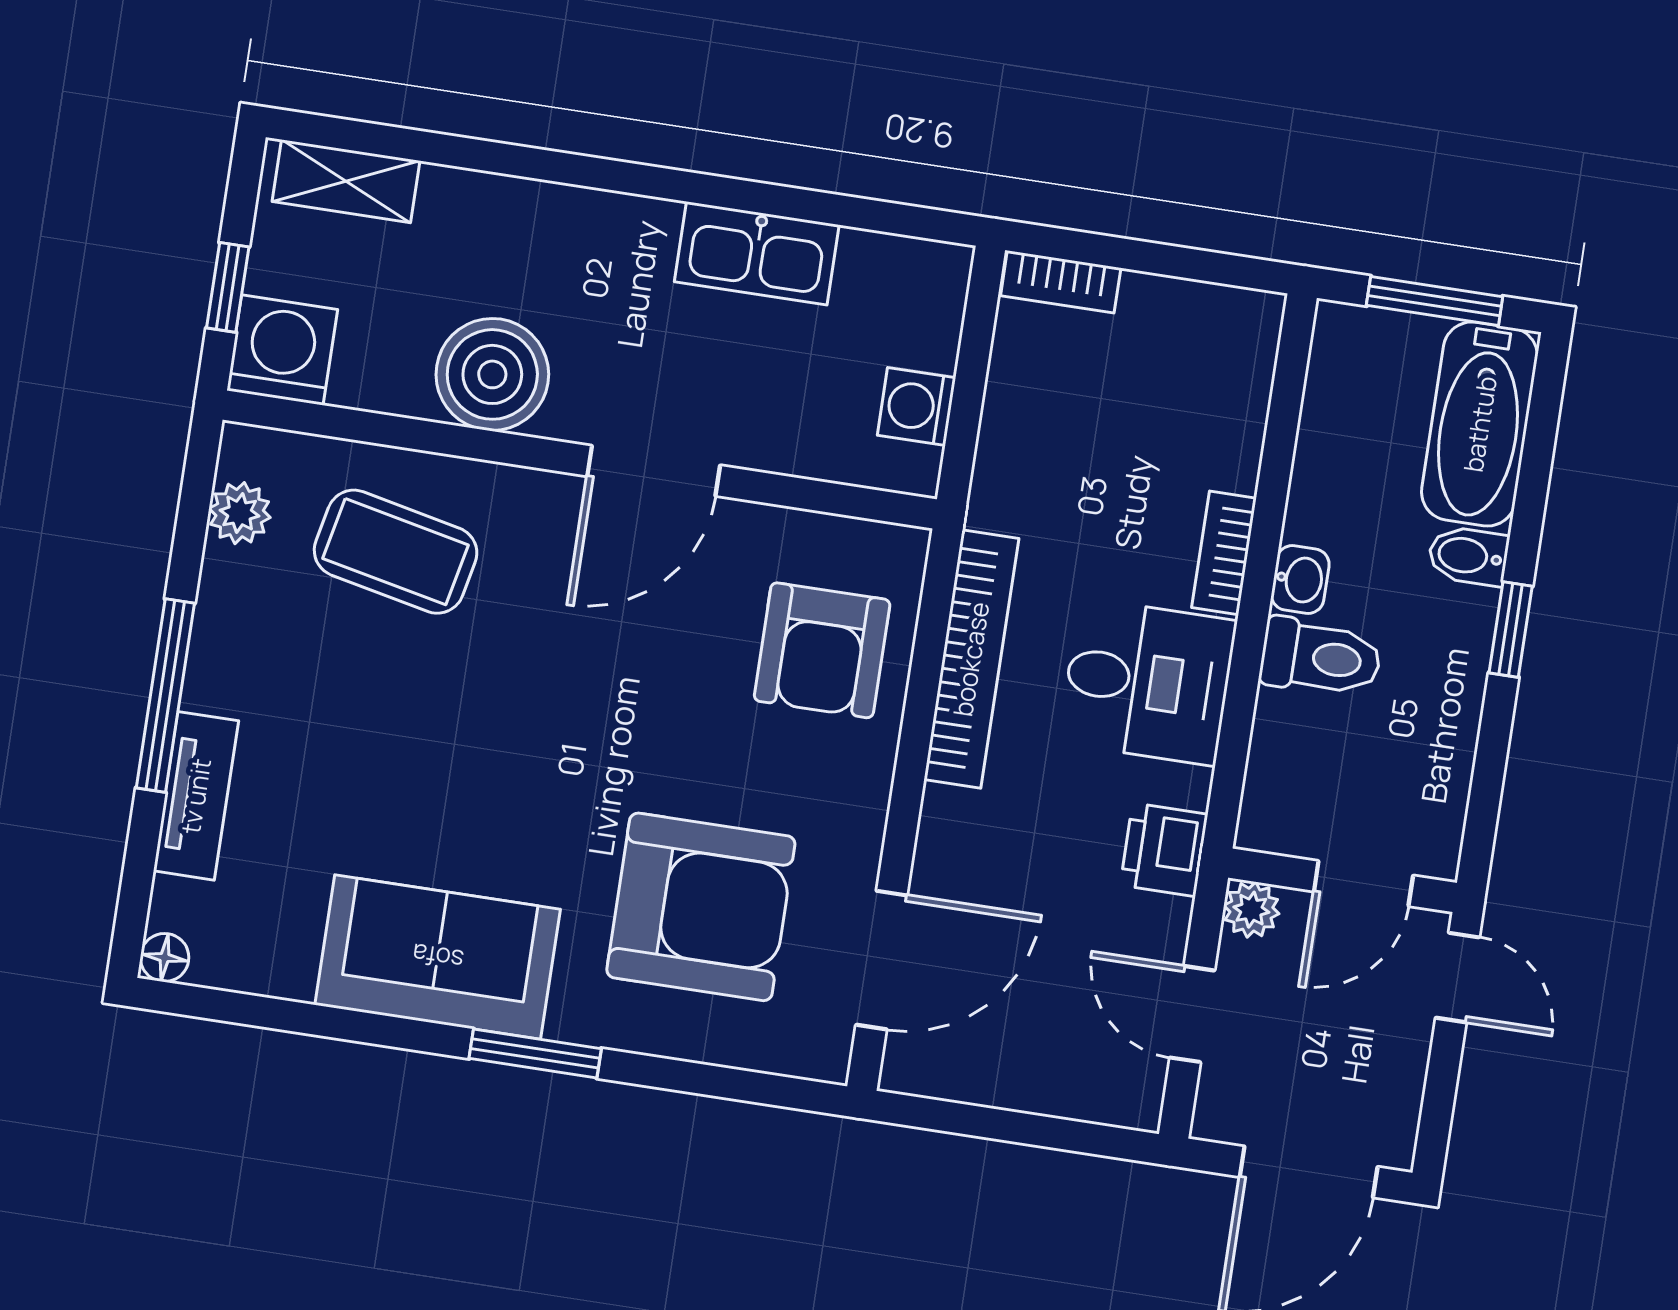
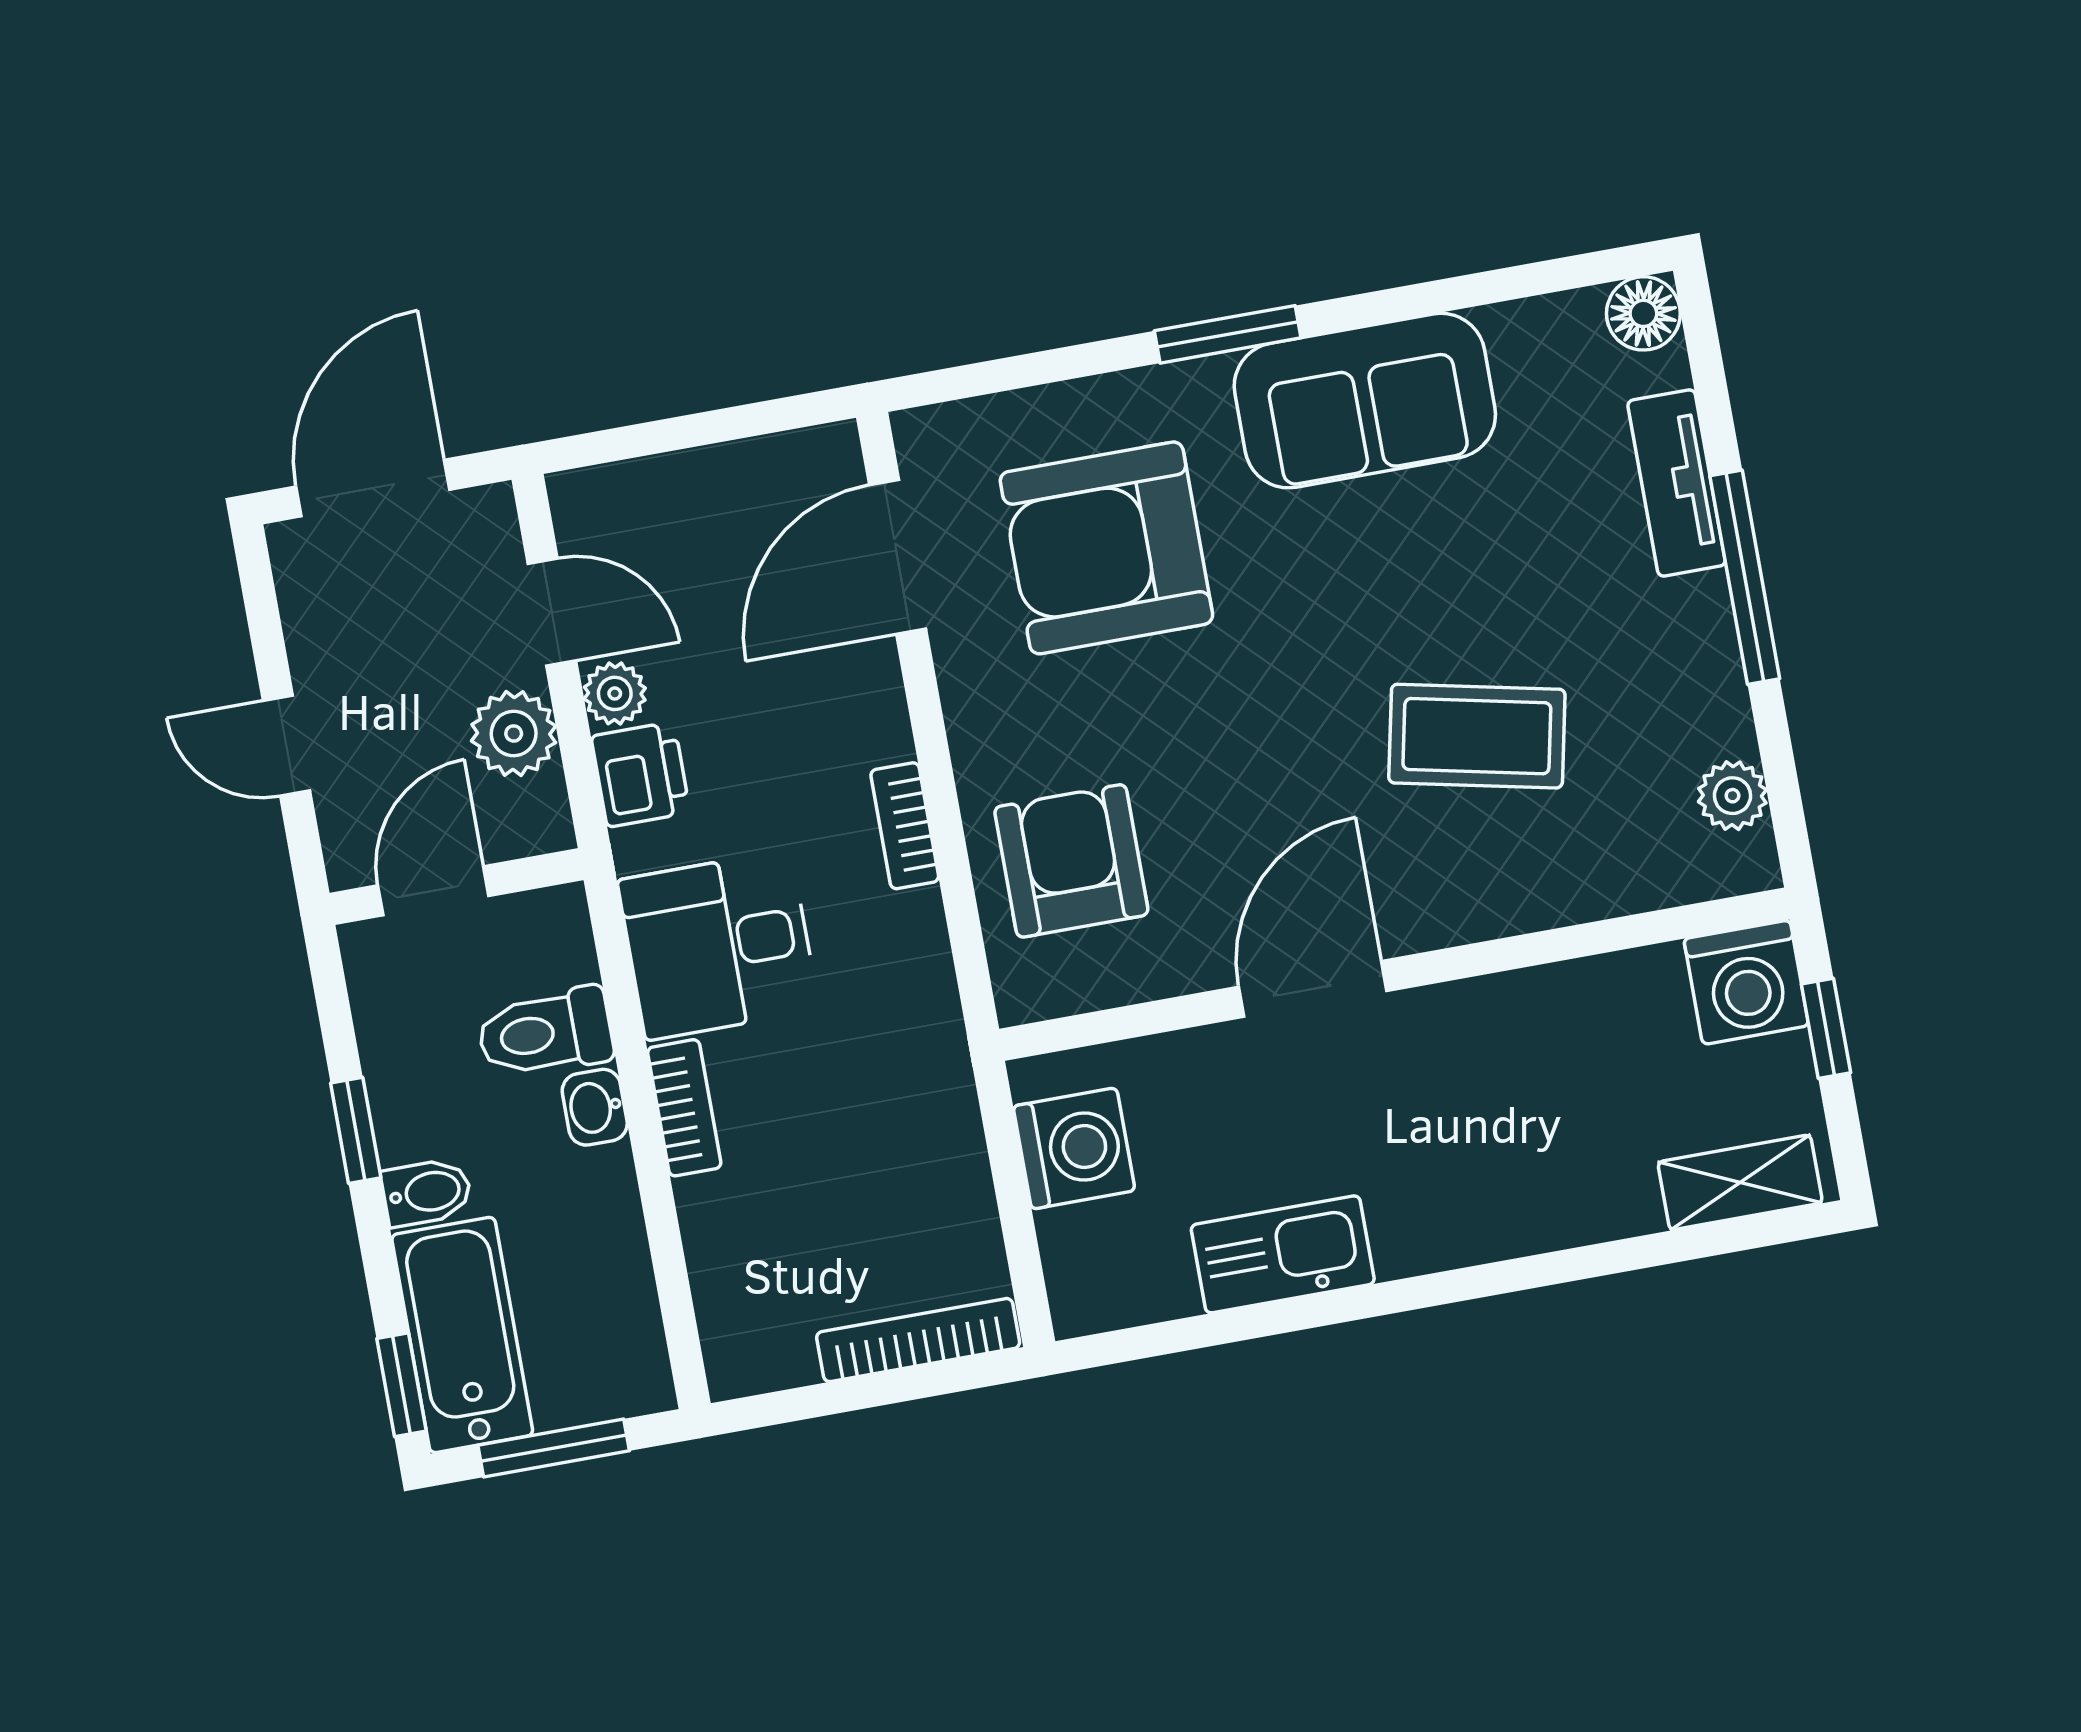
bookcase: (1061, 282) -> (918, 1340), width x1.56
boiler: (492, 374) -> (1517, 1032), removed
window: (1546, 399) -> (401, 1385), added
washing machine: (917, 406) -> (1074, 1148), width x1.38, depth x1.38
coffee table: (396, 552) -> (1477, 736), moved
bookcase: (971, 659) -> (905, 826), width x0.43, depth x0.76
wall: (1342, 880) -> (457, 887), moved
door: (1363, 884) -> (433, 891), moved
plant: (1251, 910) -> (514, 733), width x1.38, depth x1.38
plant: (1162, 926) -> (615, 693), added
floor lamp: (165, 958) -> (1643, 313), width x1.37, depth x1.37

